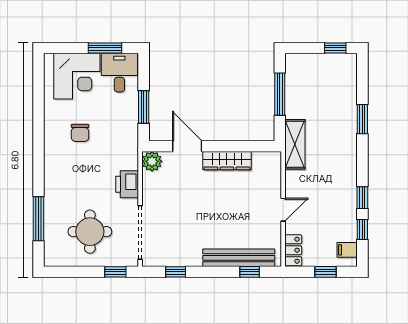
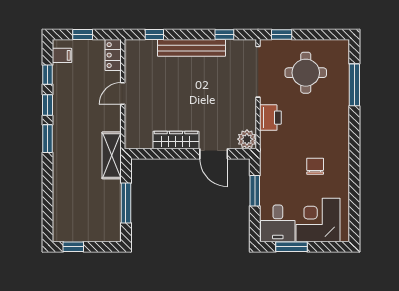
window: (362, 119) -> (48, 139), moved
bench: (239, 258) -> (191, 48), moved

